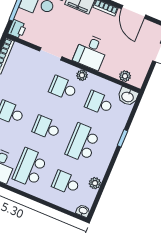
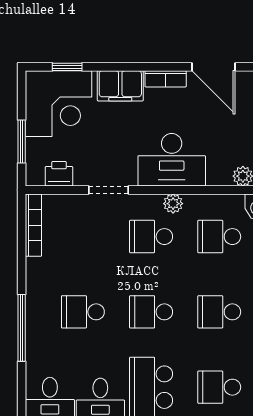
printer: (17, 29) -> (59, 174), moved, turned -90
desk: (91, 52) -> (172, 160), width x1.37
school desk: (83, 143) -> (219, 312), width x0.54

